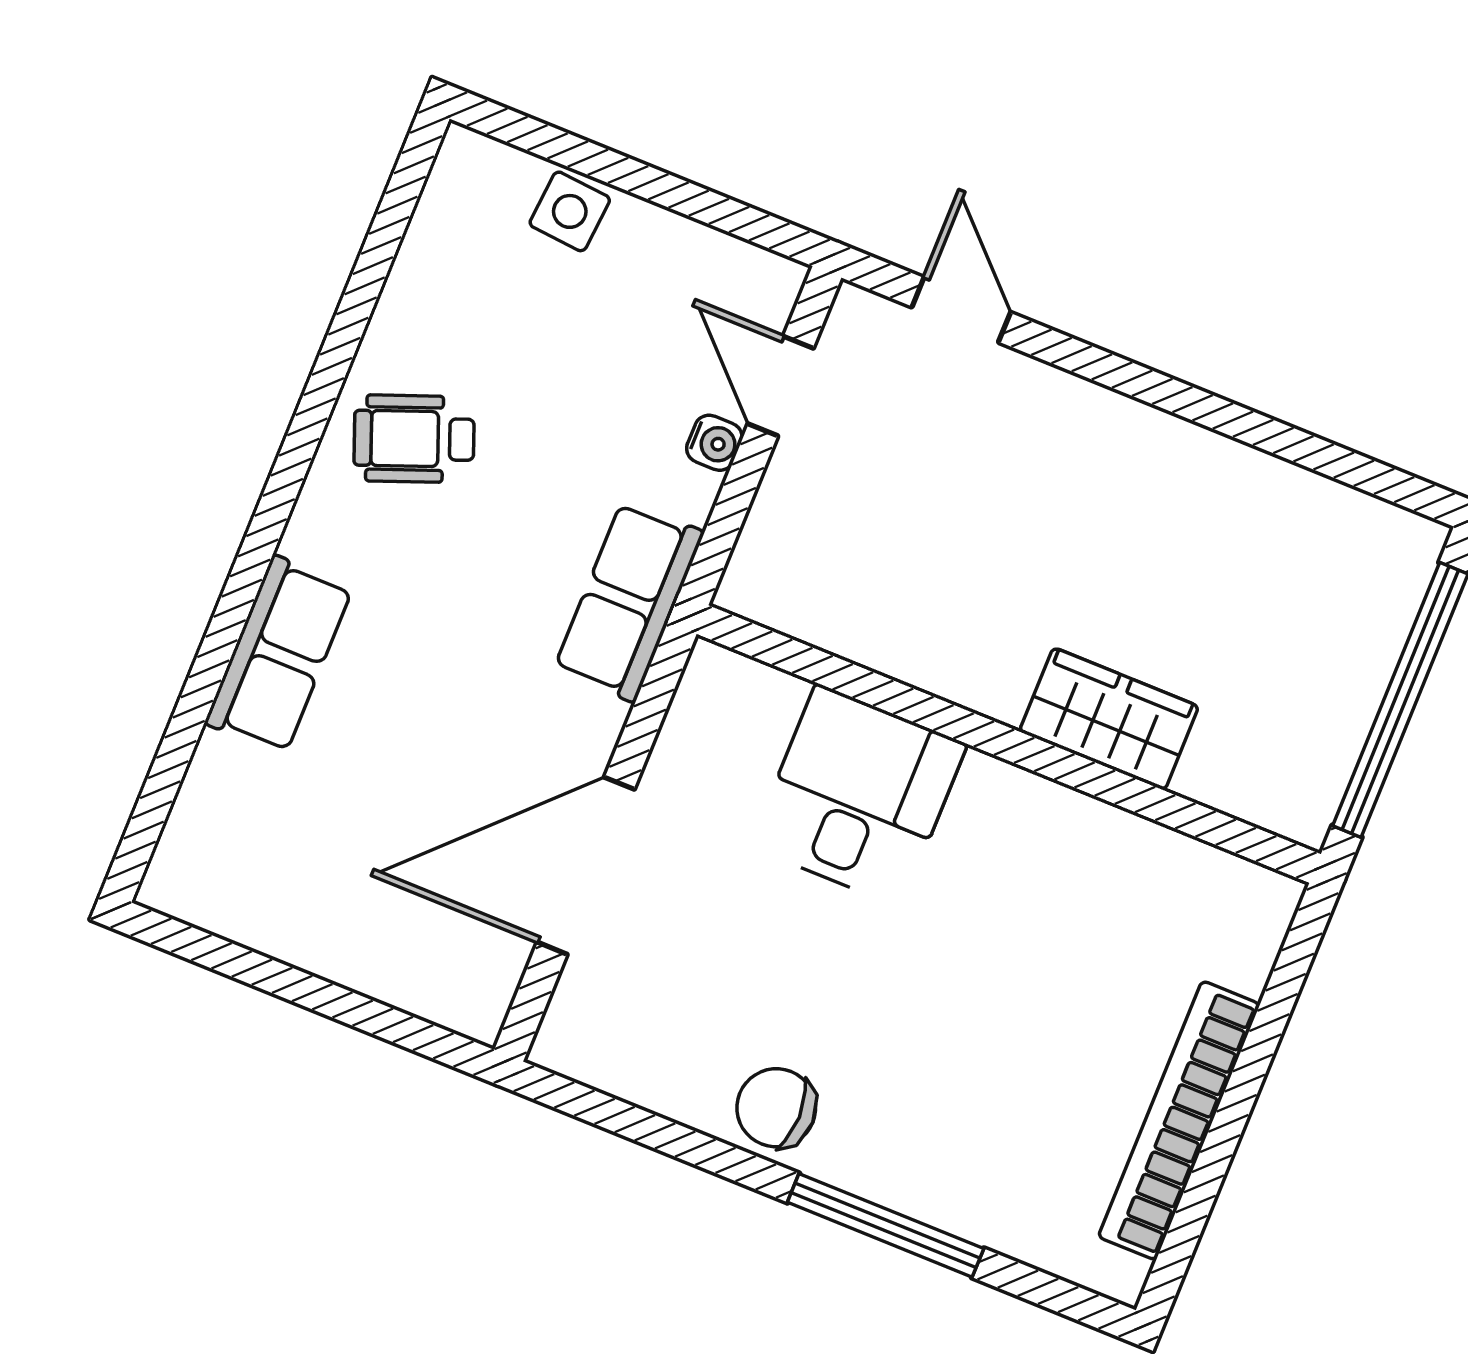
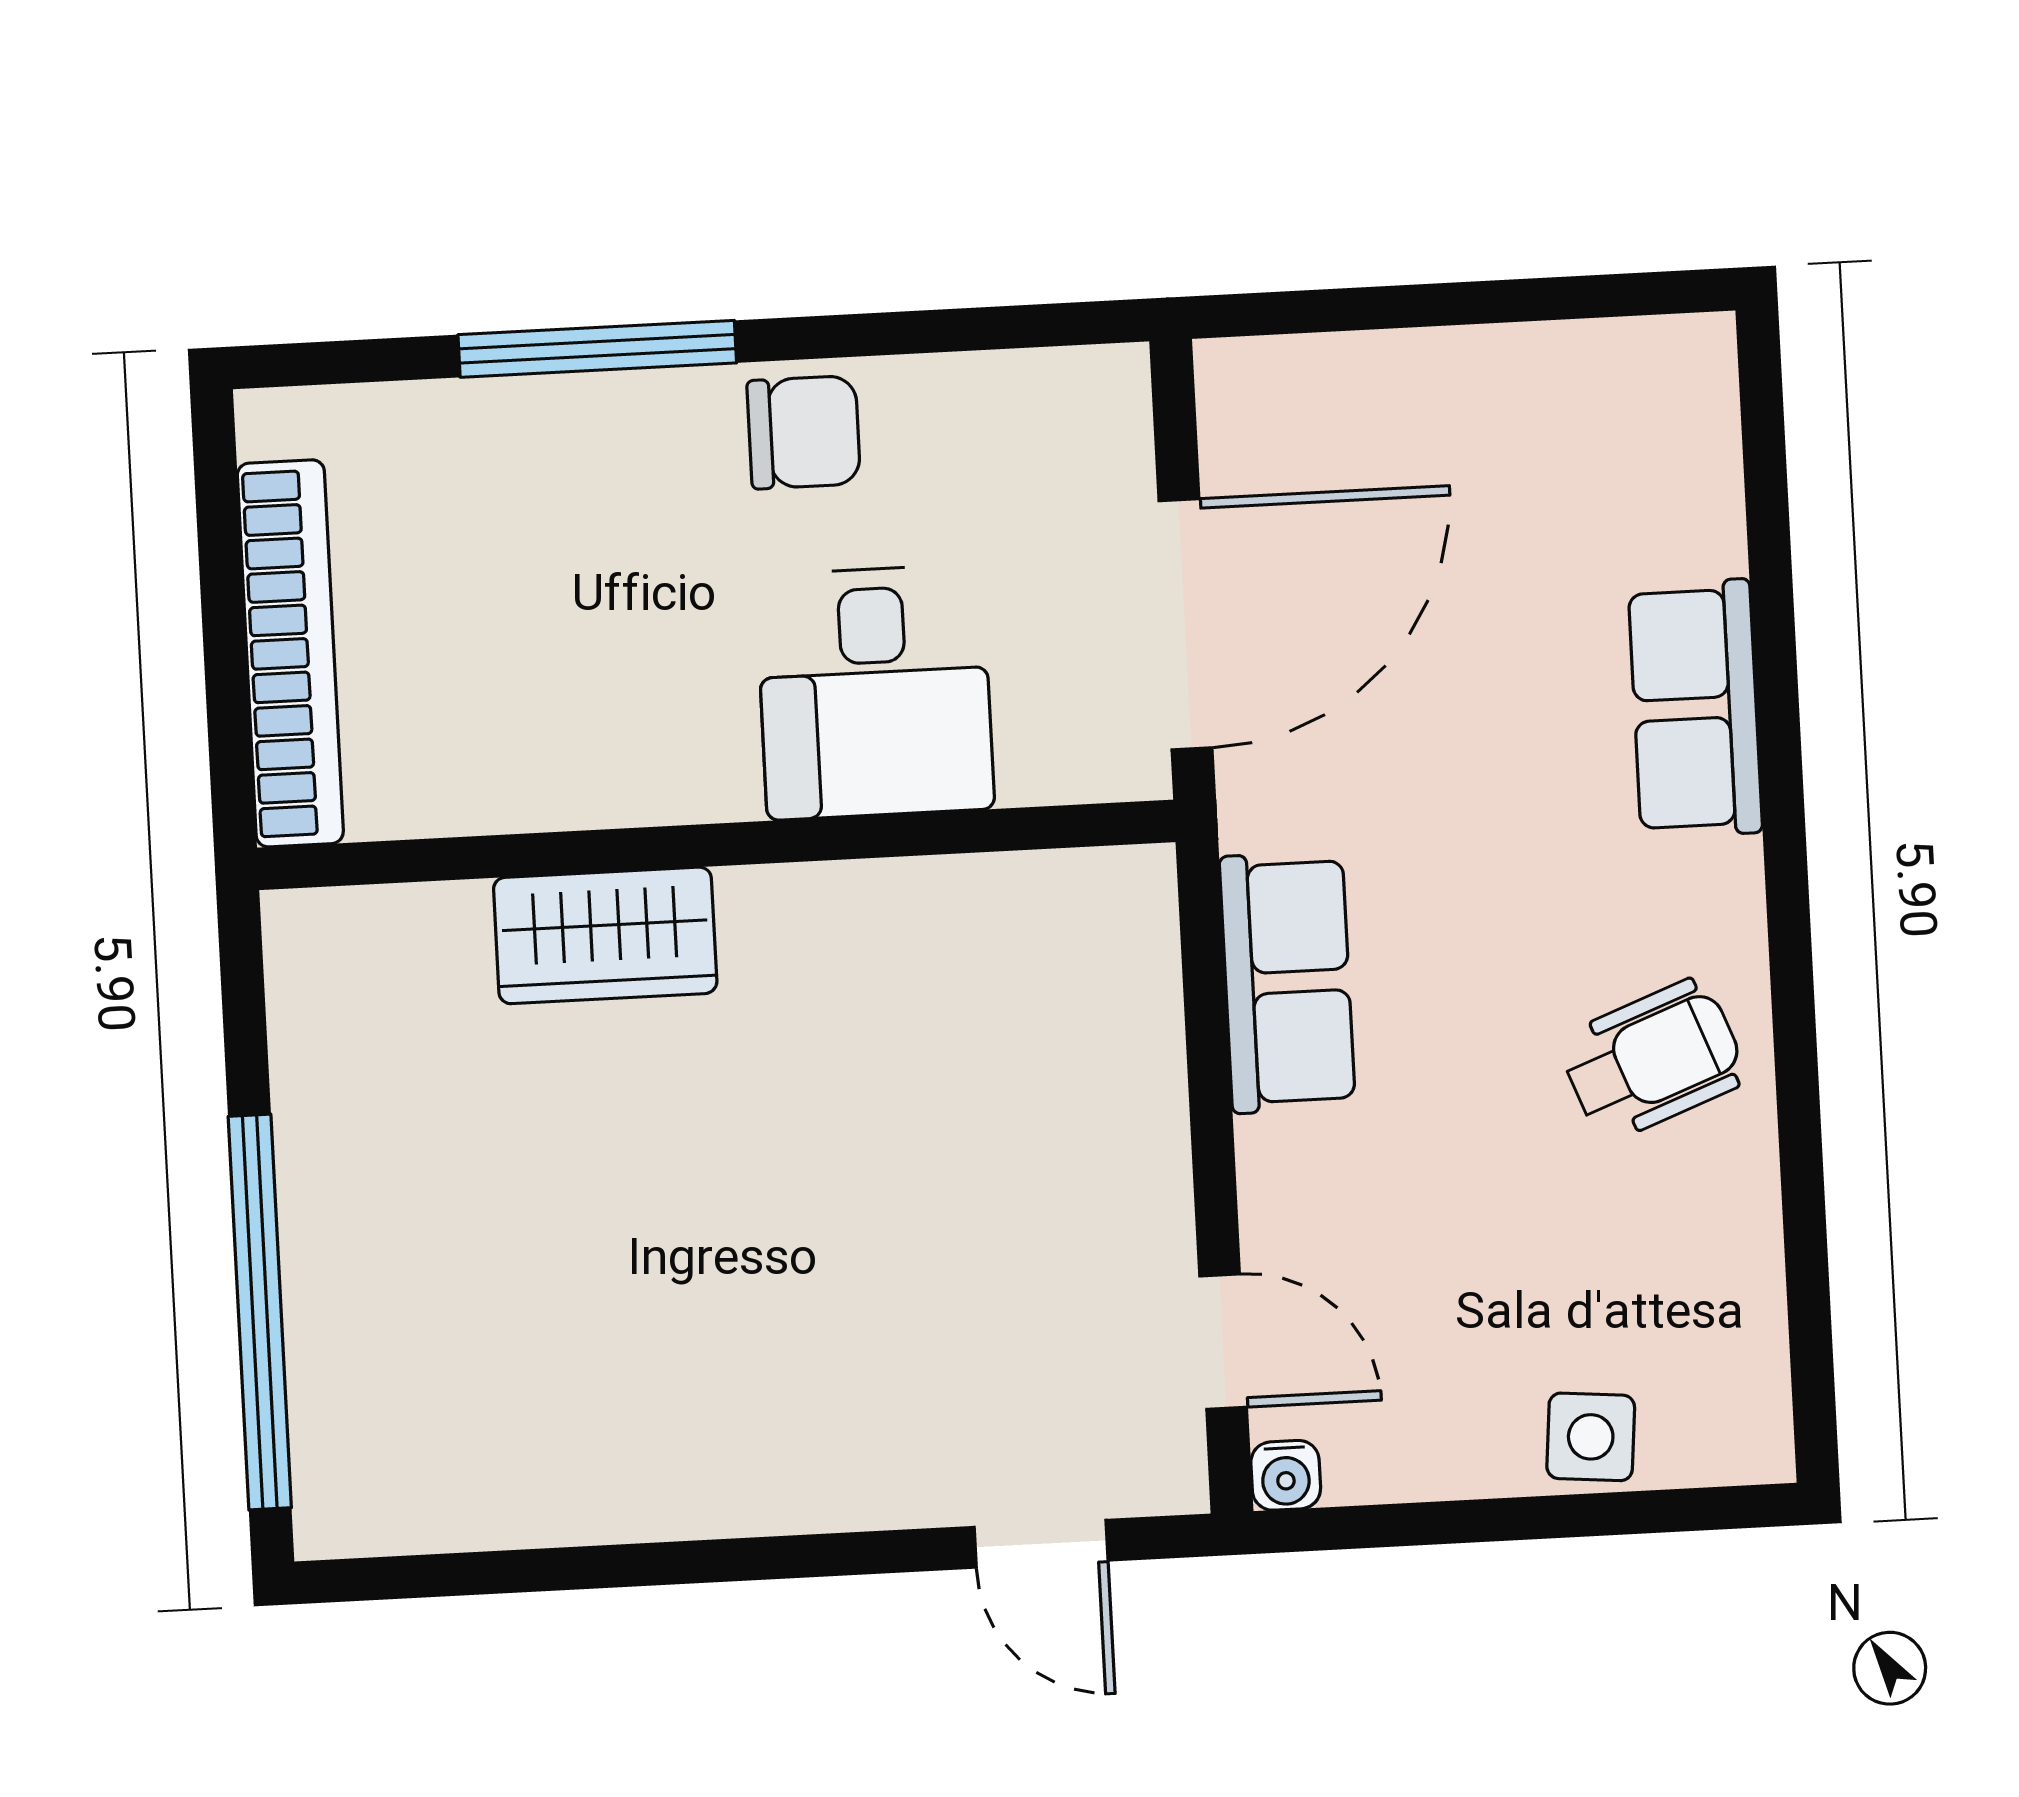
water cooler: (714, 443) -> (1286, 1475), moved, turned -90
wardrobe: (1109, 719) -> (605, 935), moved
wall: (1009, 744) -> (716, 845), moved
desk: (859, 795) -> (875, 692), moved

